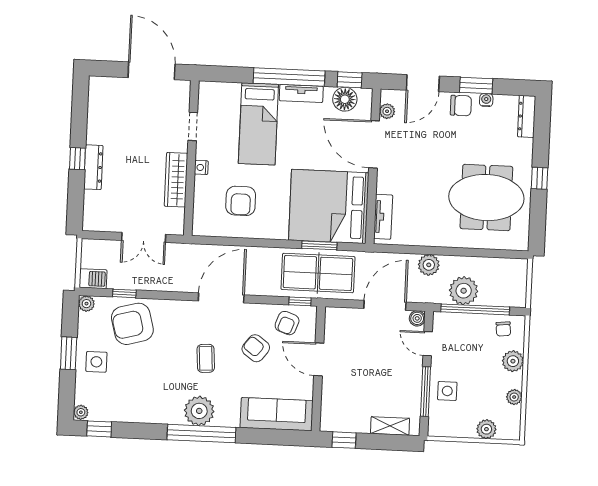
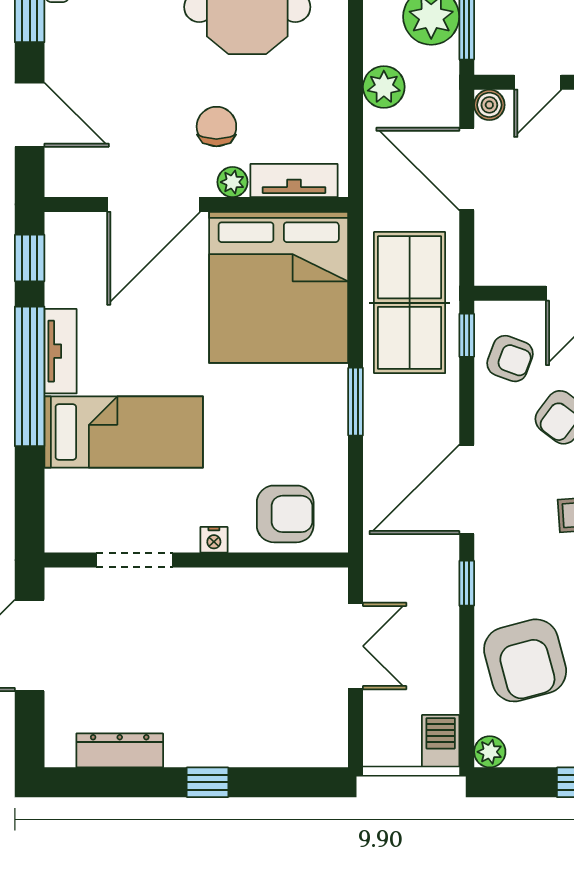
floor lamp: (345, 99) -> (68, 266), removed
chair: (461, 106) -> (216, 127), moved
plant: (387, 111) -> (233, 182), moved
doorway: (193, 126) -> (135, 560), width x1.38
dresser: (93, 167) -> (120, 750), moved
wardrobe: (176, 180) -> (240, 588), removed
armchair: (241, 201) -> (285, 514), moved
window: (319, 245) -> (356, 402), moved
window: (124, 293) -> (467, 583), moved
door: (221, 298) -> (467, 489), hinge flipped

